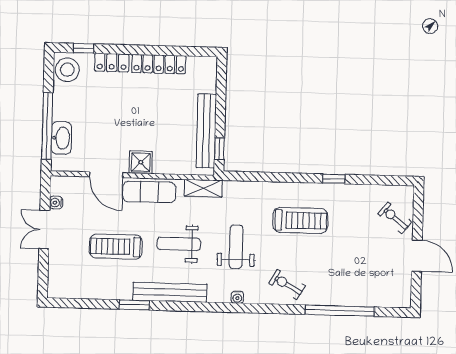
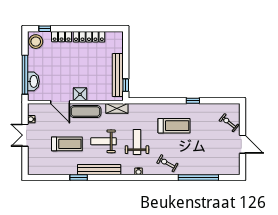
treadmill: (116, 247) -> (67, 144), turned 180

